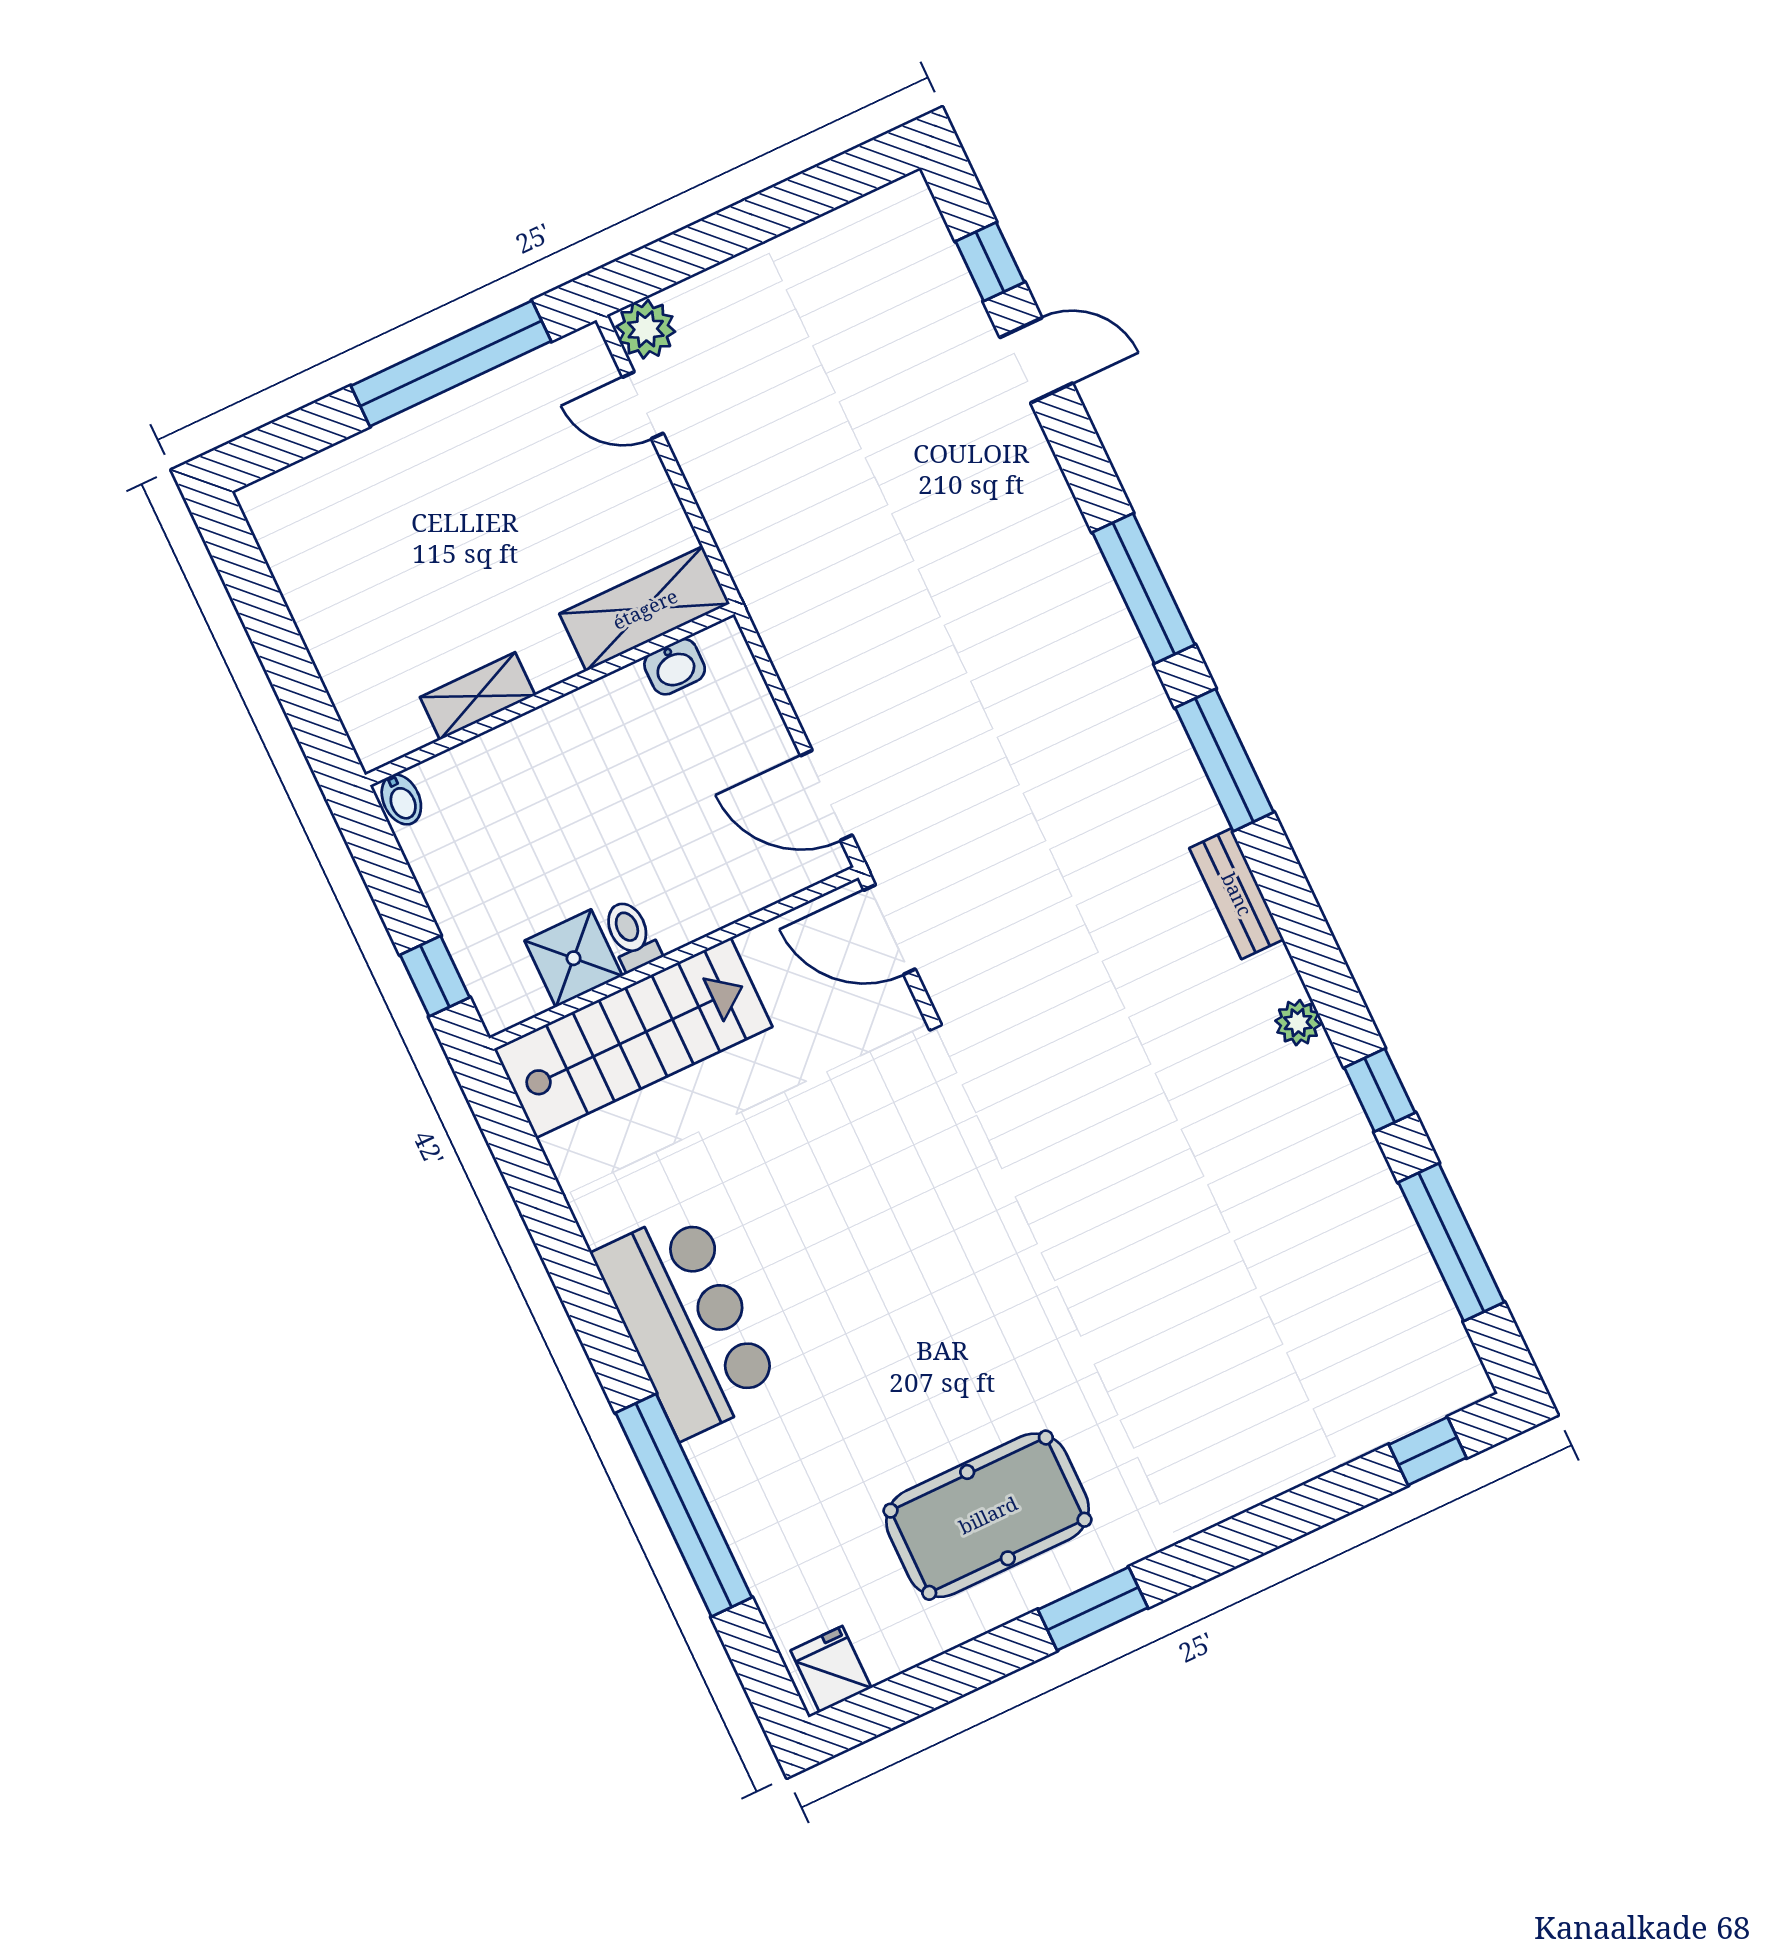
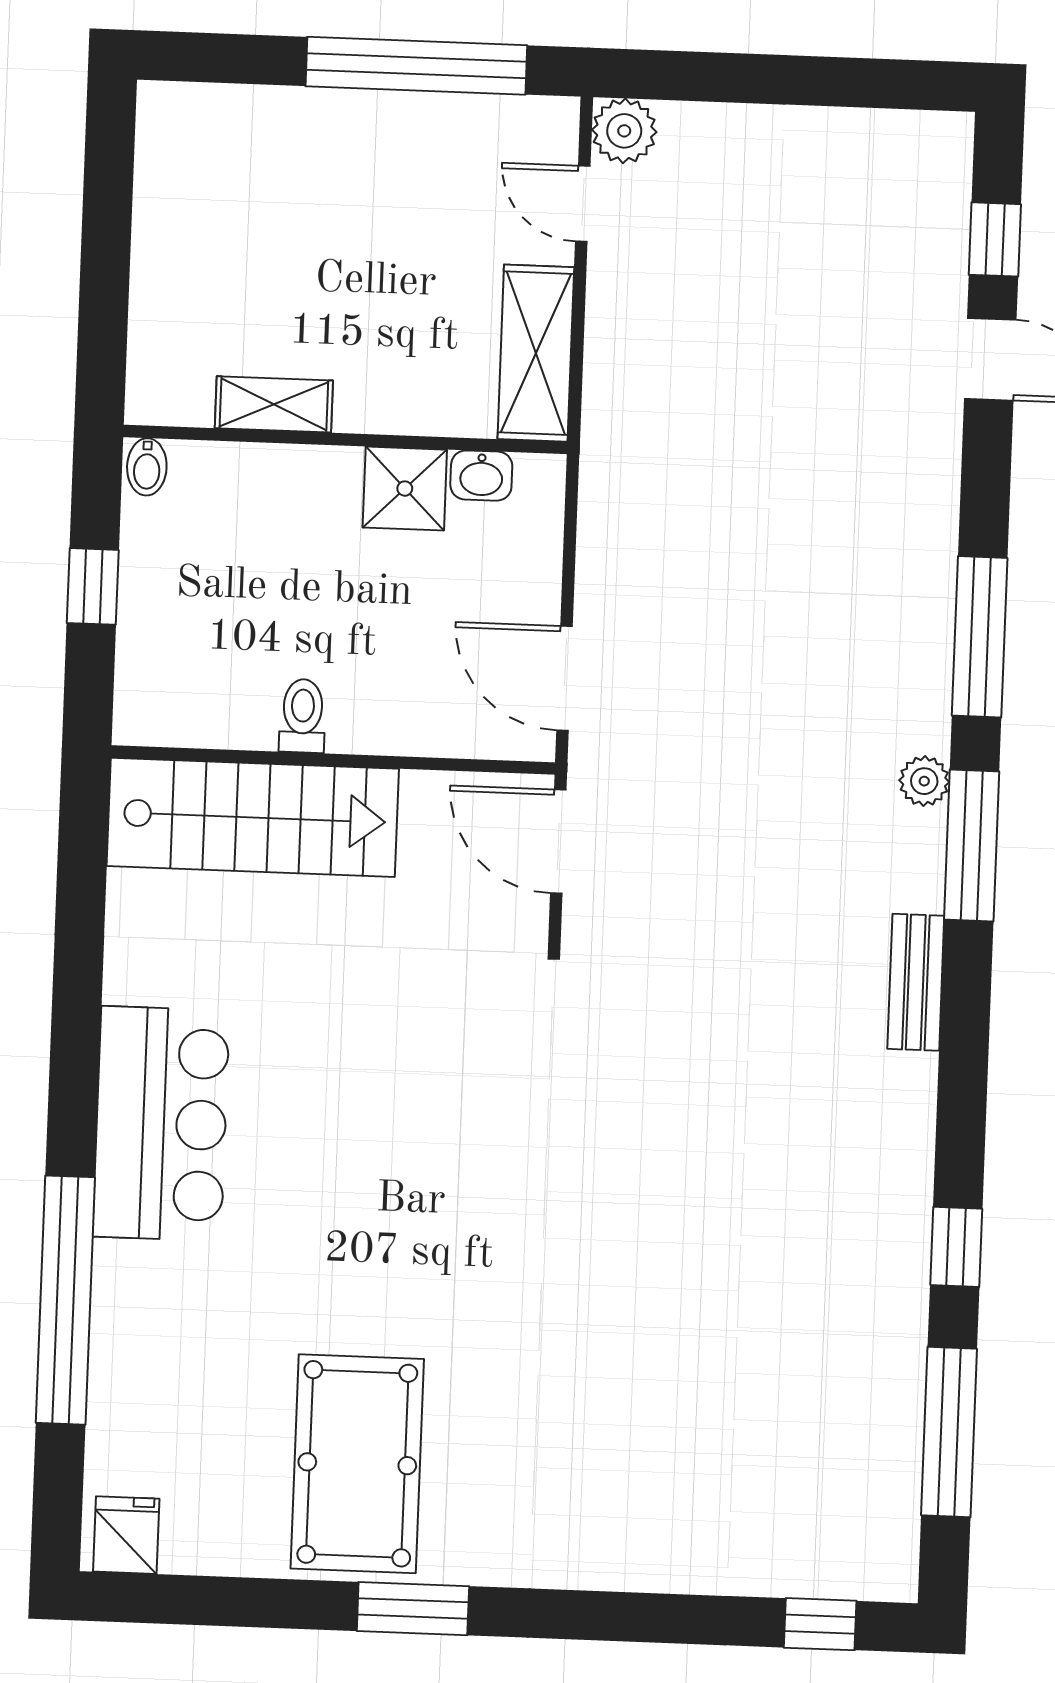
shelving: (645, 609) -> (536, 353), moved, turned 90
shower: (574, 958) -> (405, 489), moved
window: (435, 976) -> (93, 586), moved
plant: (1298, 1023) -> (924, 781), moved
pool table: (988, 1515) -> (357, 1464), turned 90

